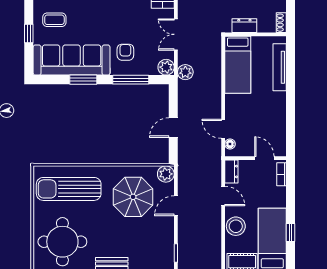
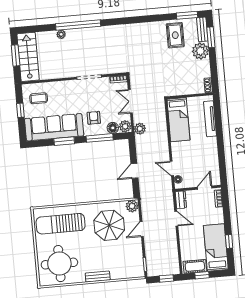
dresser: (244, 26) -> (181, 90), removed
floor lamp: (149, 68) -> (113, 128), added
door: (264, 158) -> (205, 188), hinge flipped
stool: (236, 226) -> (188, 240), removed

